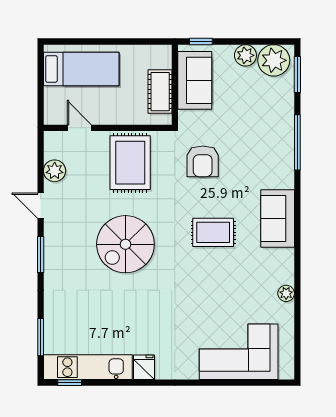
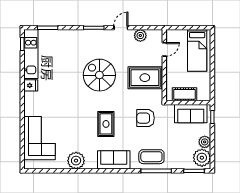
coffee table: (272, 151) -> (151, 157), added
plant: (286, 293) -> (76, 161), width x1.88, depth x1.88

